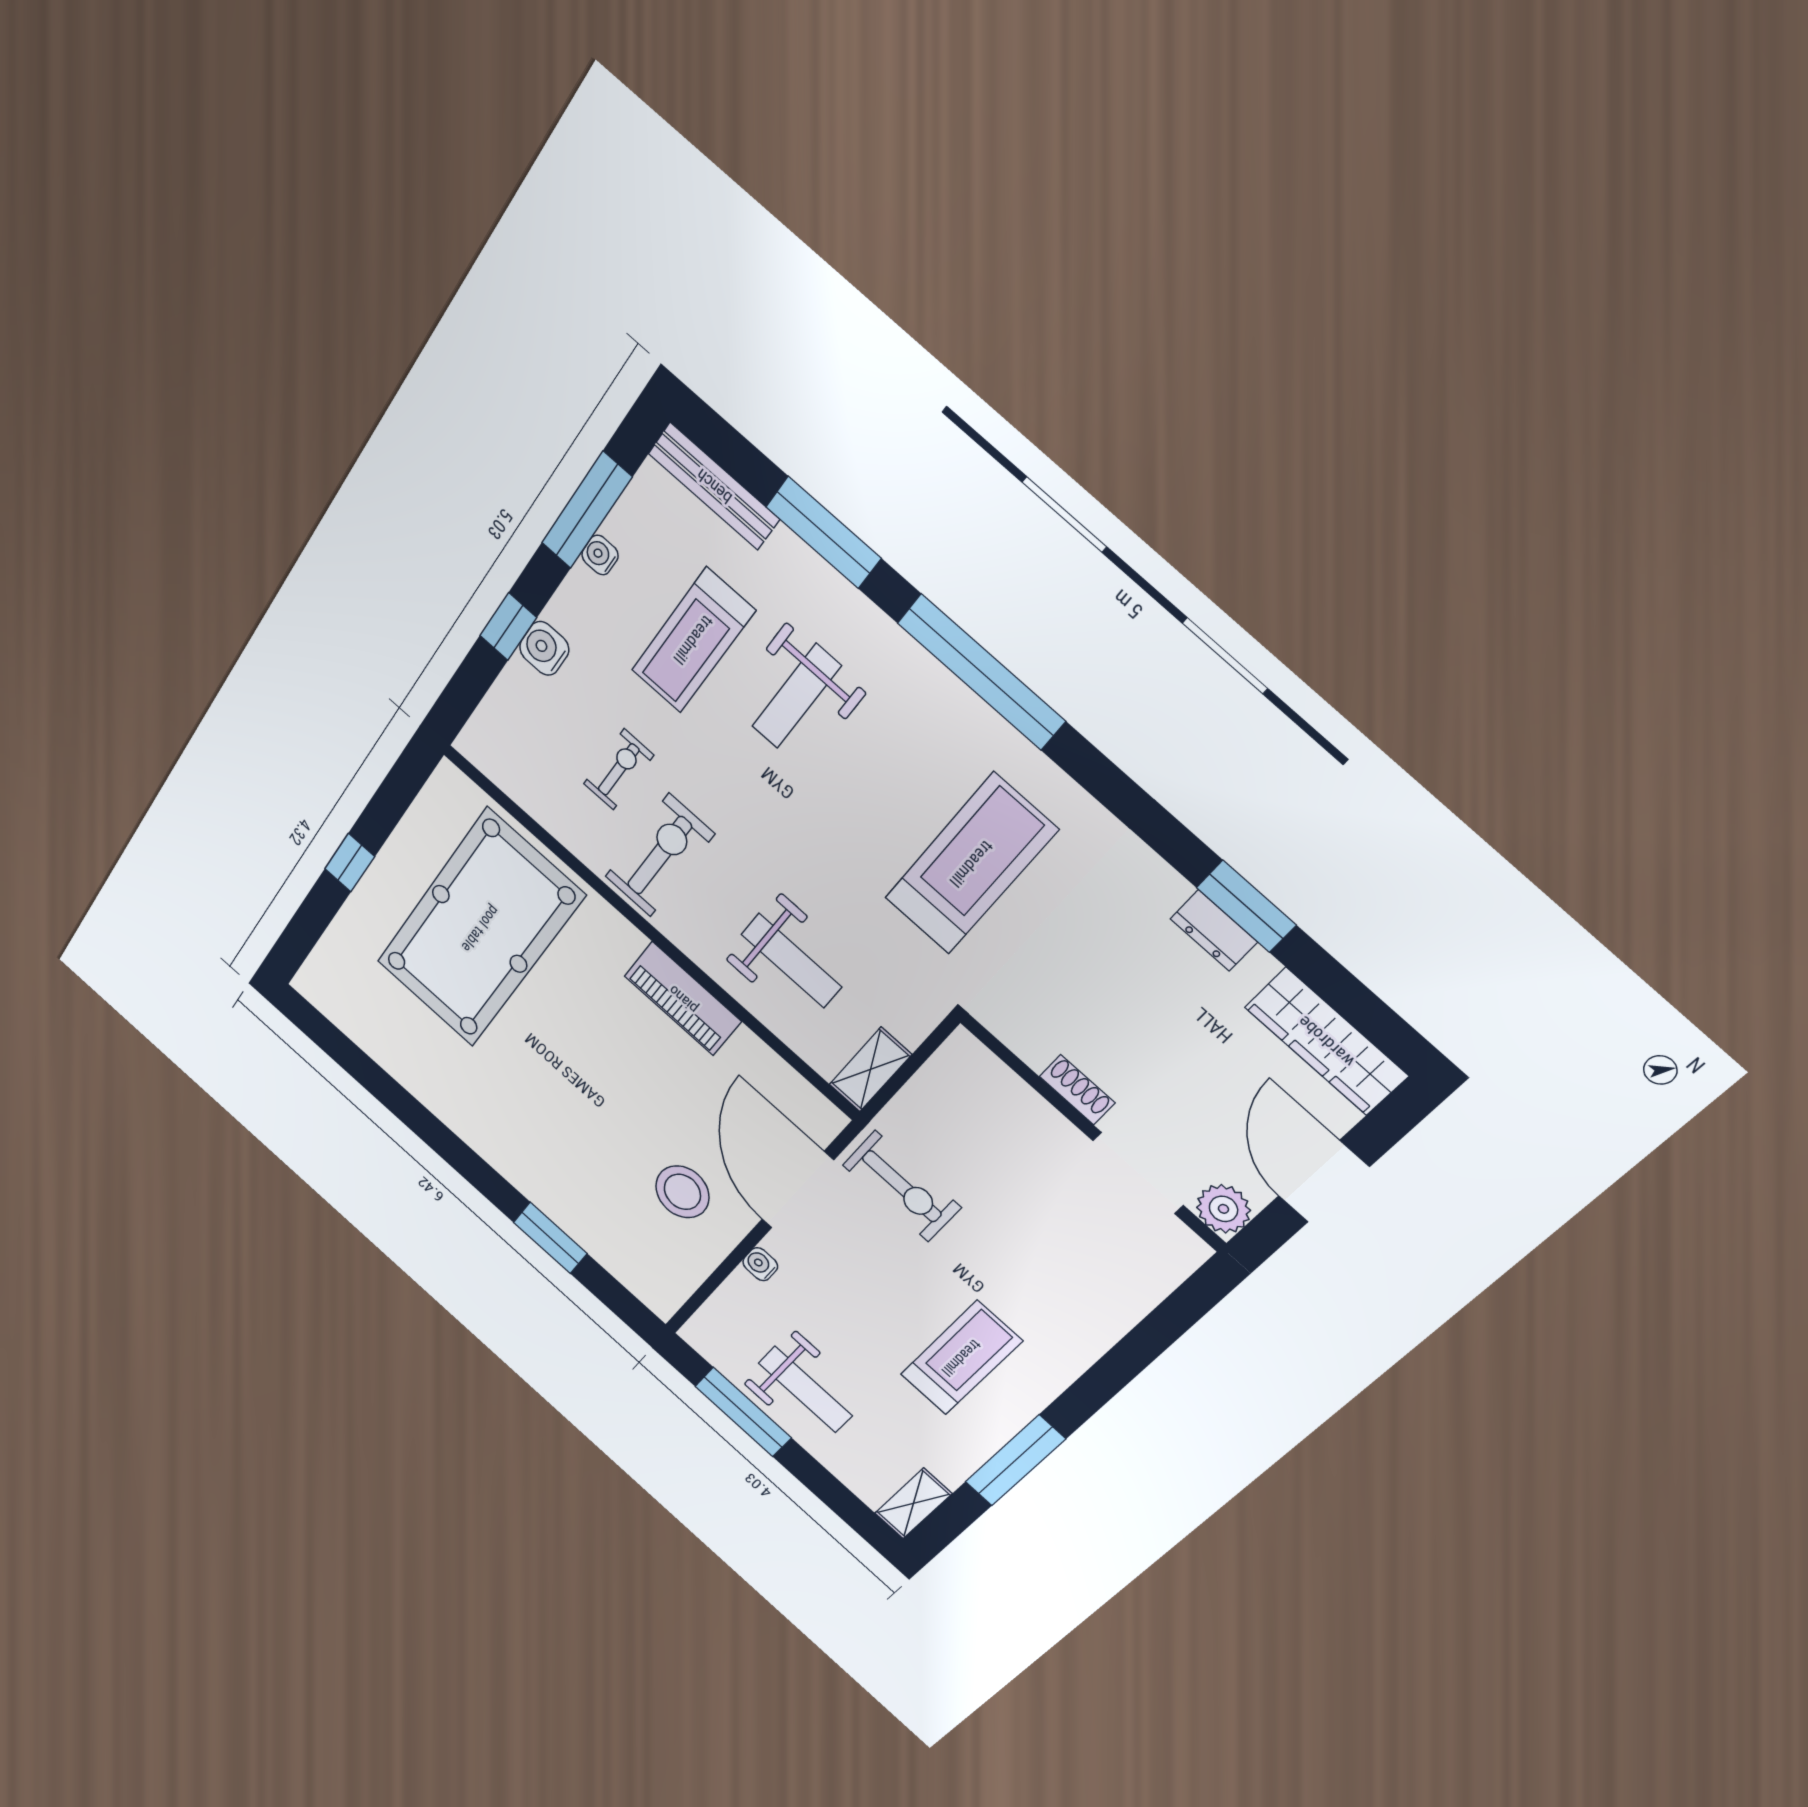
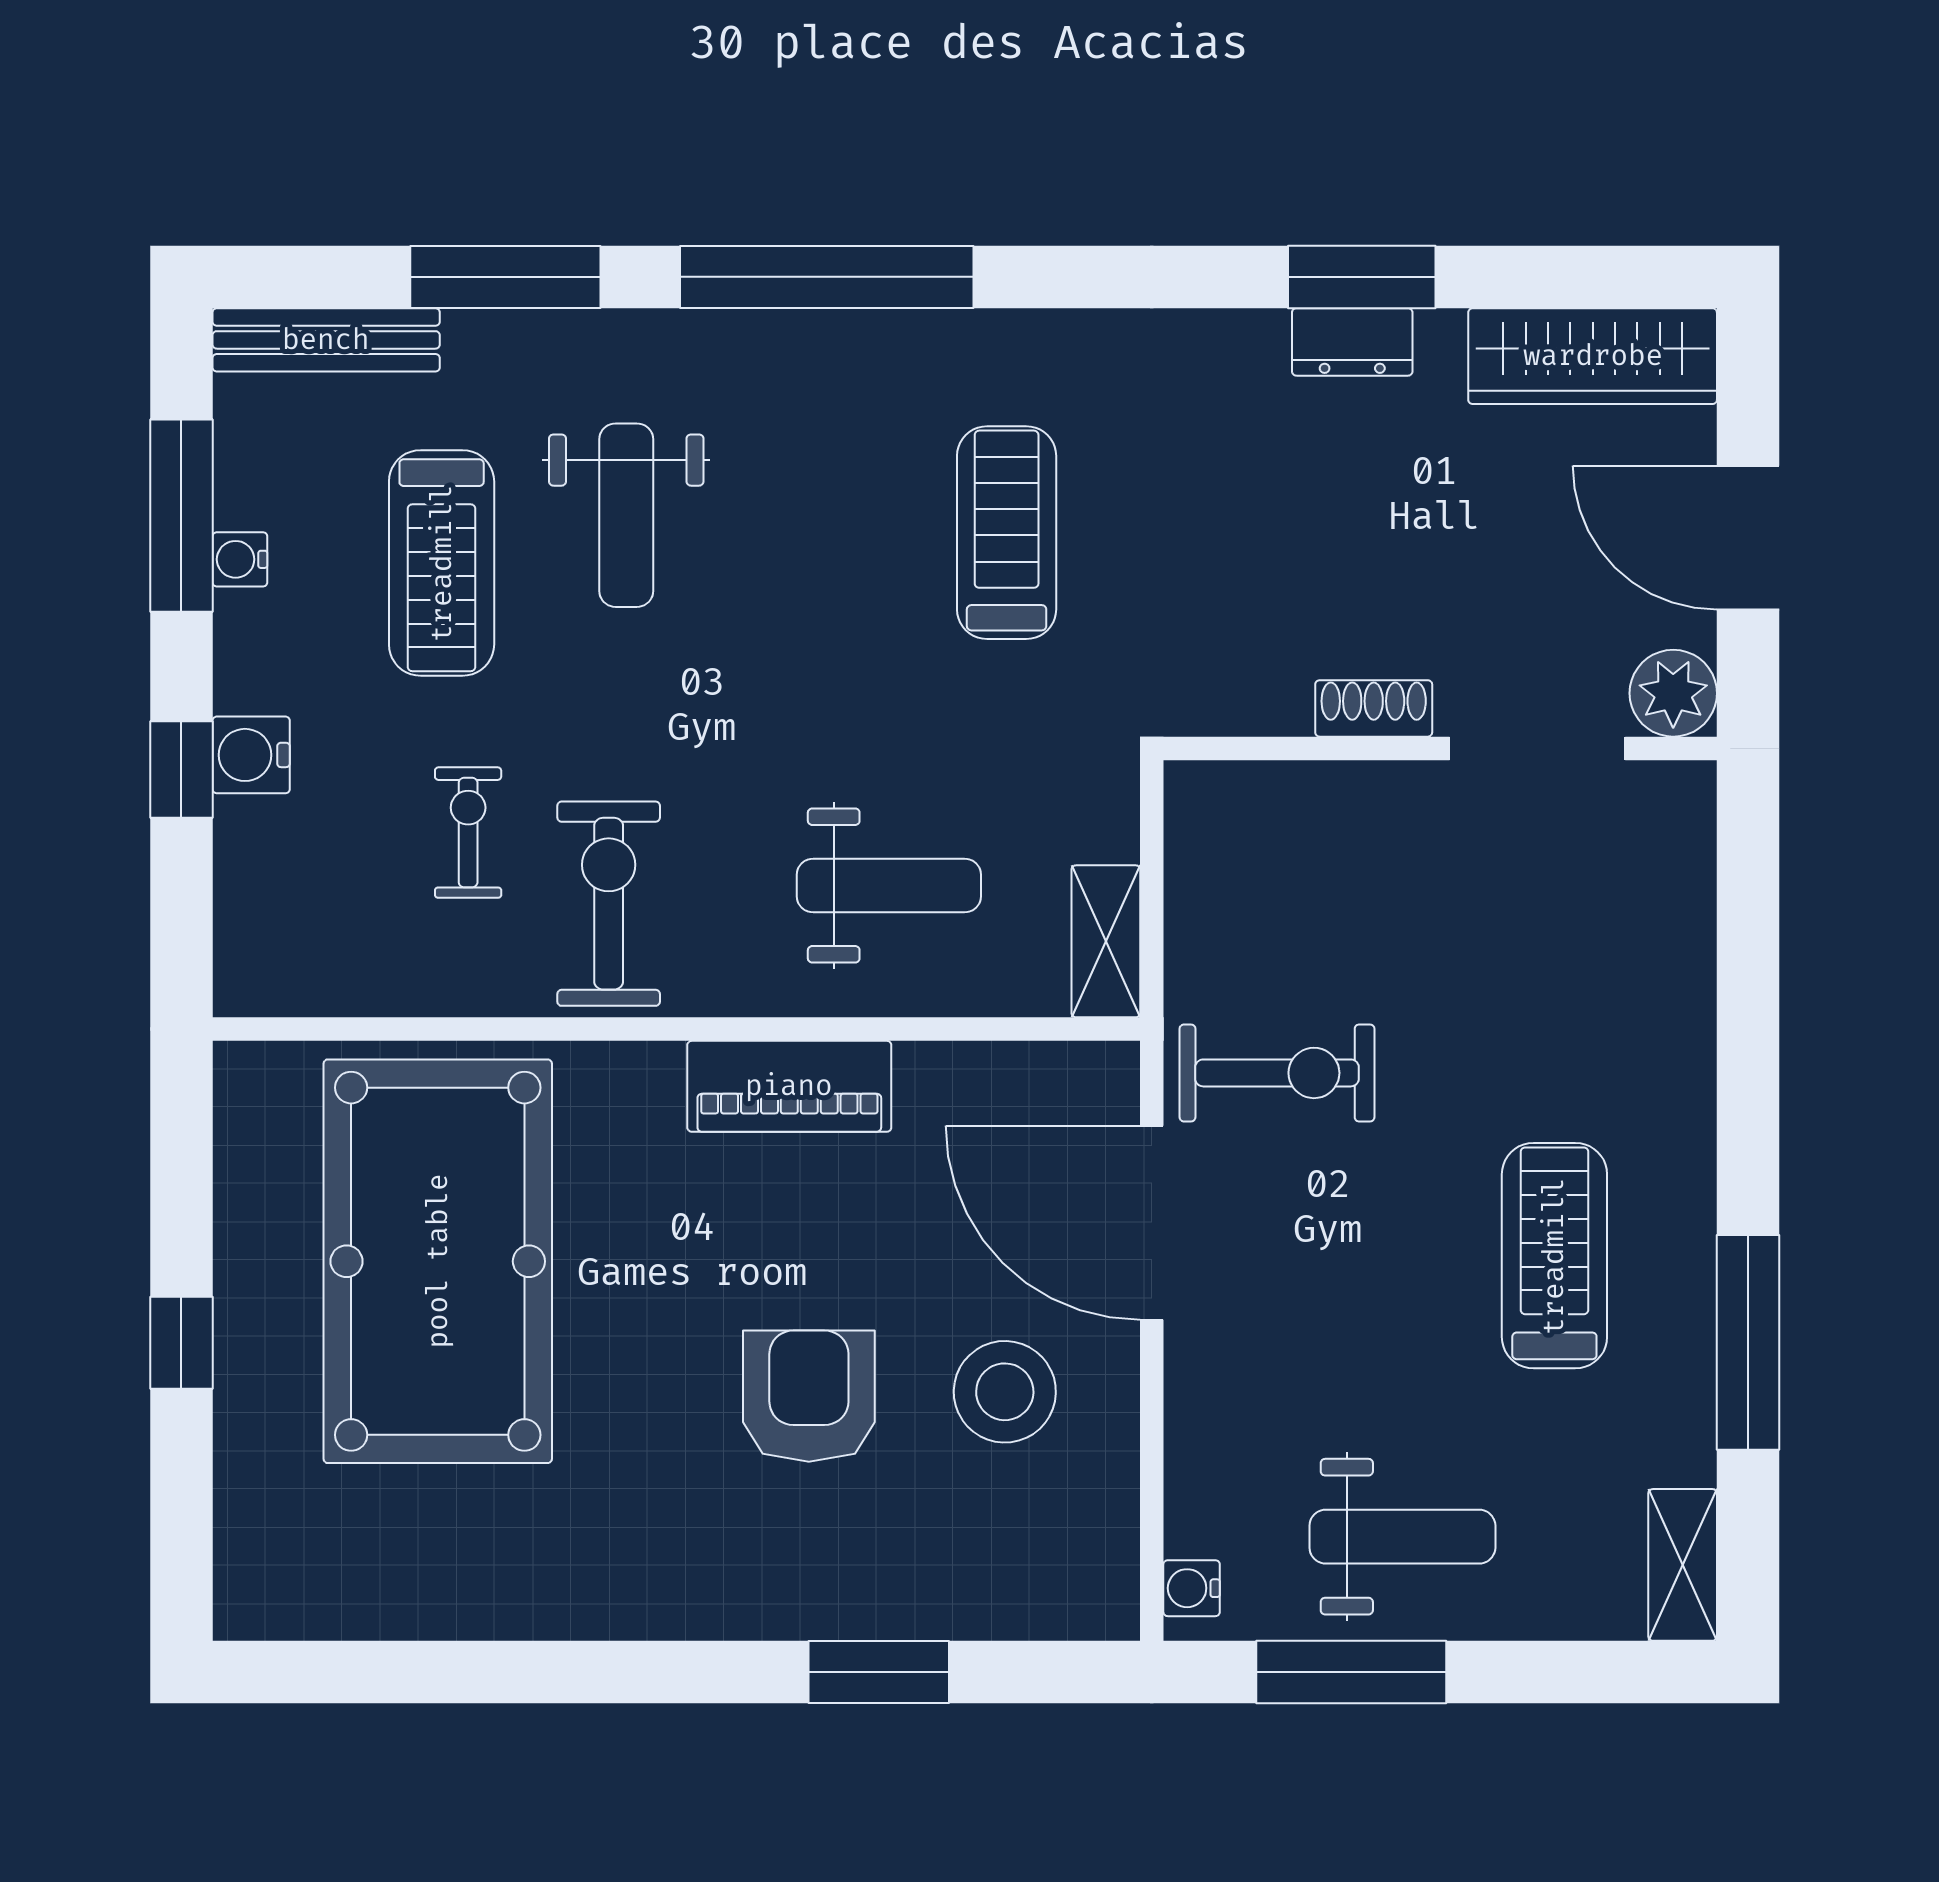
treadmill: (971, 864) -> (1007, 533), width x0.73, depth x0.73
armchair: (599, 1119) -> (809, 1396), added
water cooler: (760, 1264) -> (1192, 1588), moved

